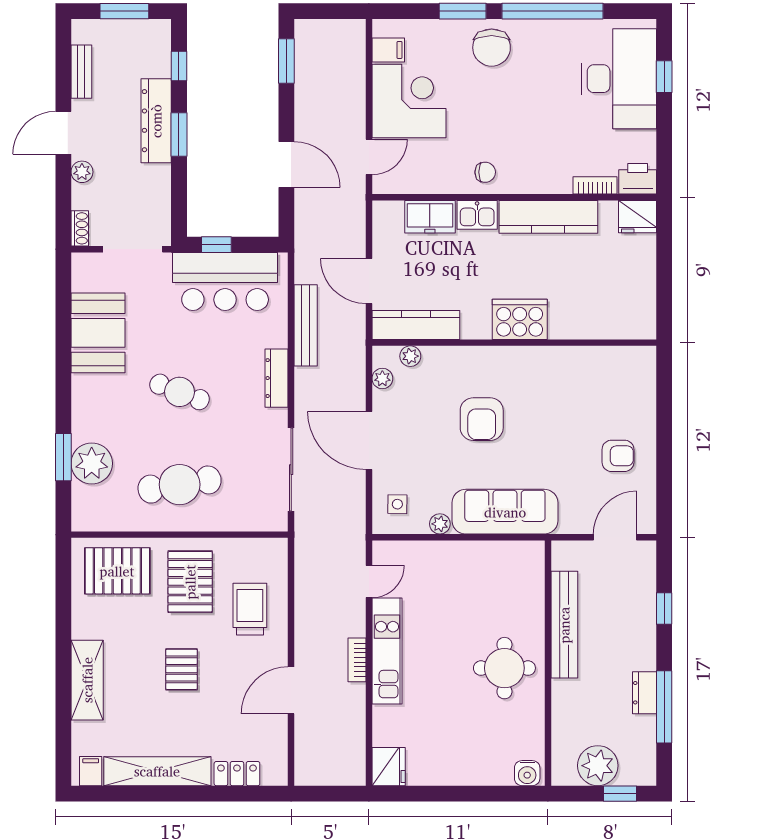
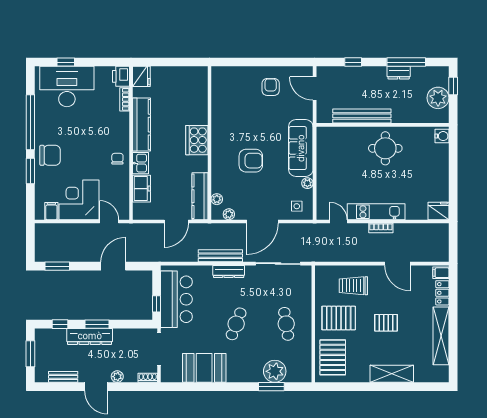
bench: (306, 325) -> (220, 256), moved
cafe table: (180, 485) -> (286, 324), width x0.73, depth x0.74
filing cabinet: (91, 771) -> (441, 273), moved

